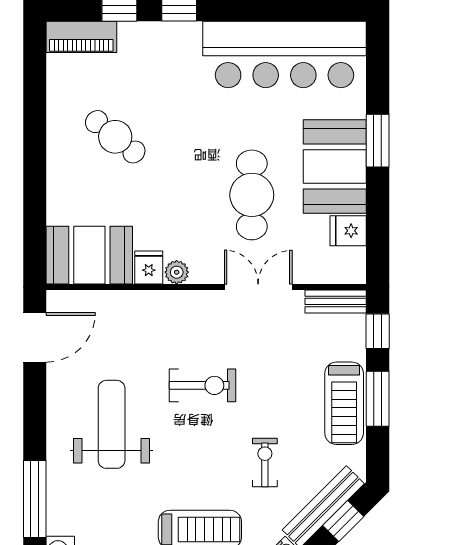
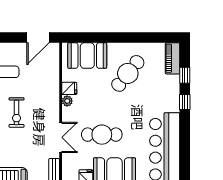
cafe table: (115, 137) -> (128, 73), width x1.37, depth x1.35
booth: (89, 255) -> (87, 56), moved, turned 90
door: (35, 337) -> (38, 37), hinge flipped

